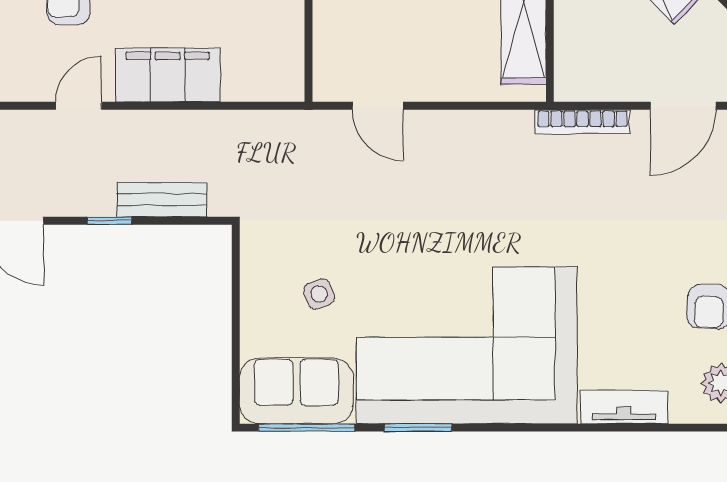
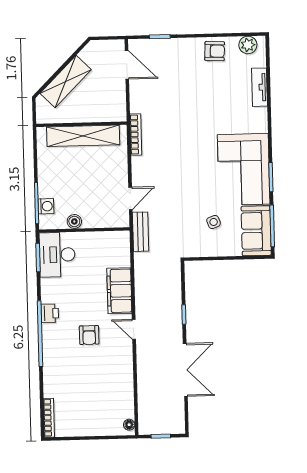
bookcase: (583, 122) -> (136, 134), moved
bench: (162, 200) -> (141, 232), moved
corner sofa: (467, 345) -> (244, 169), width x0.73, depth x0.74

